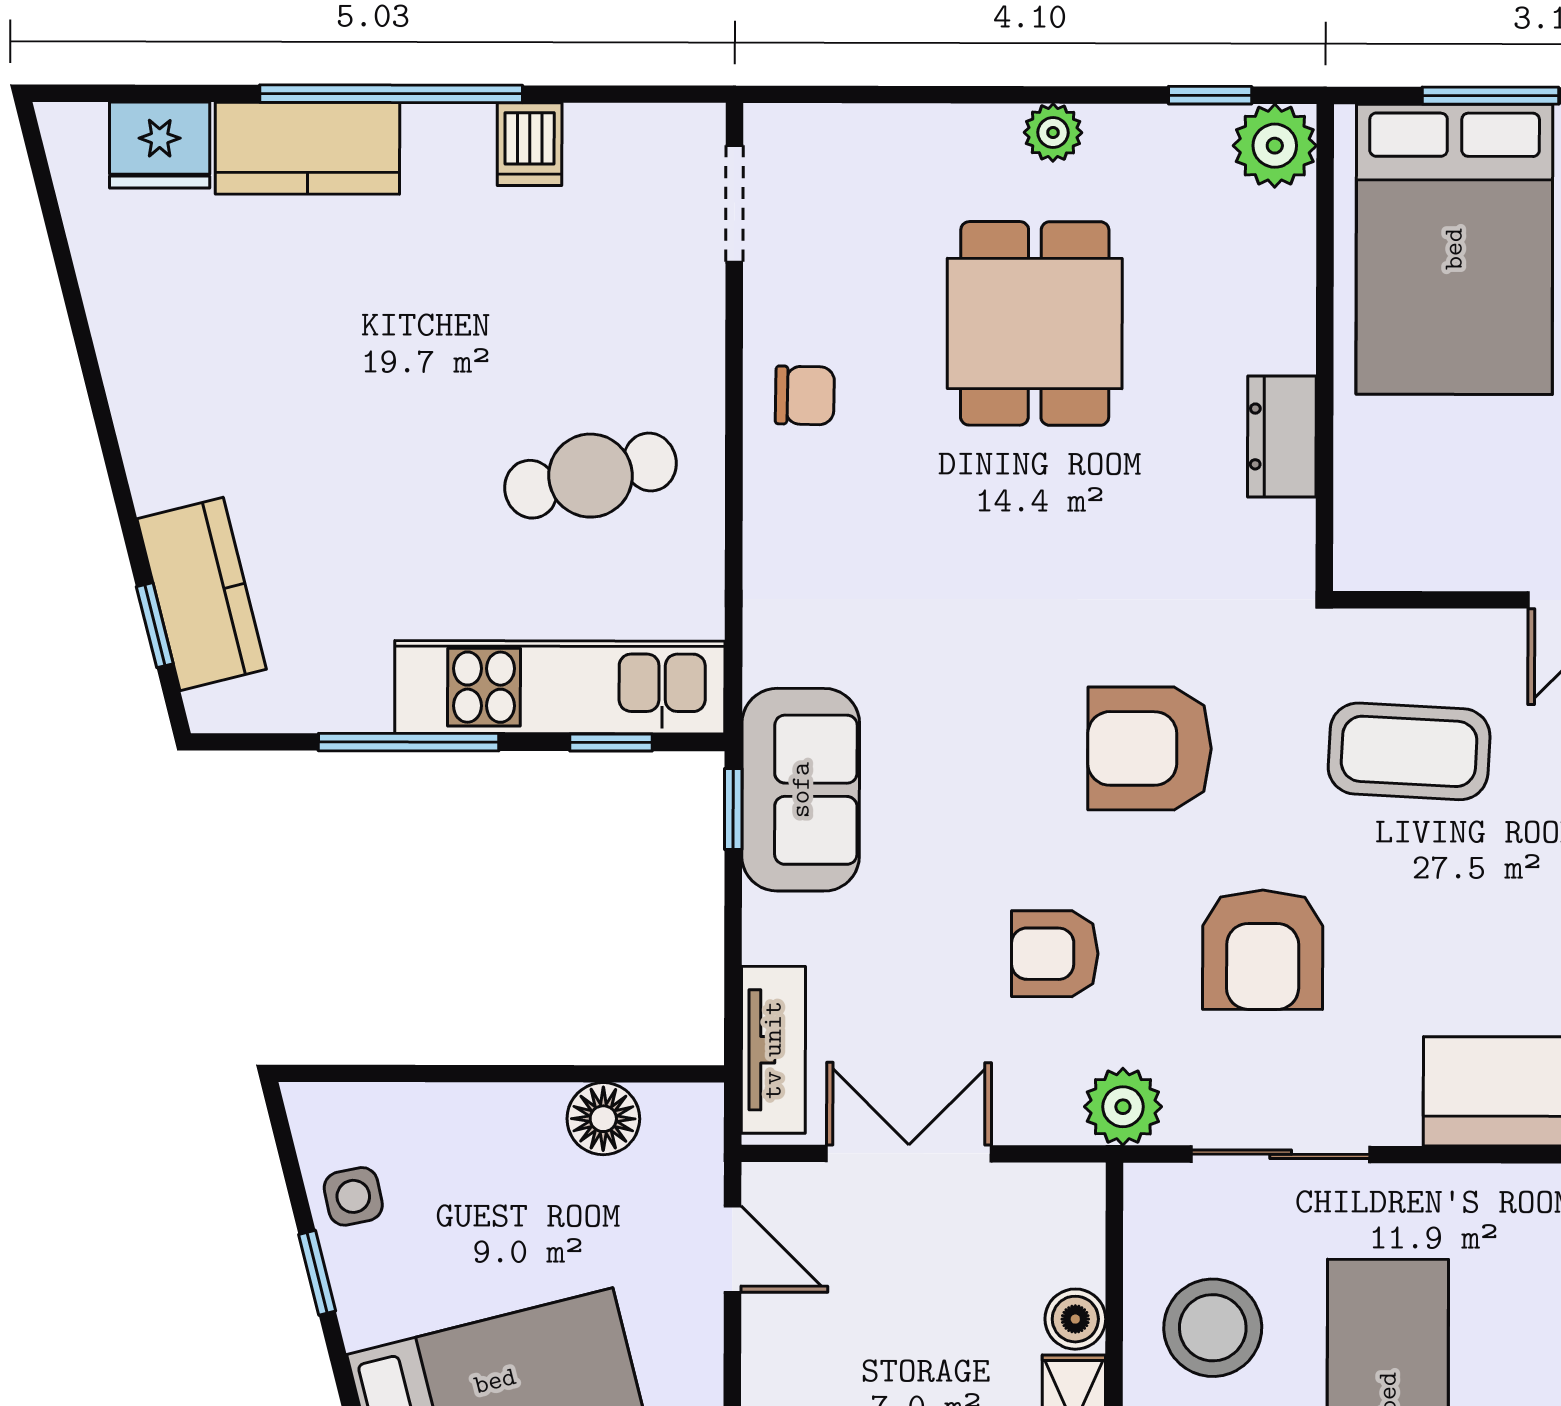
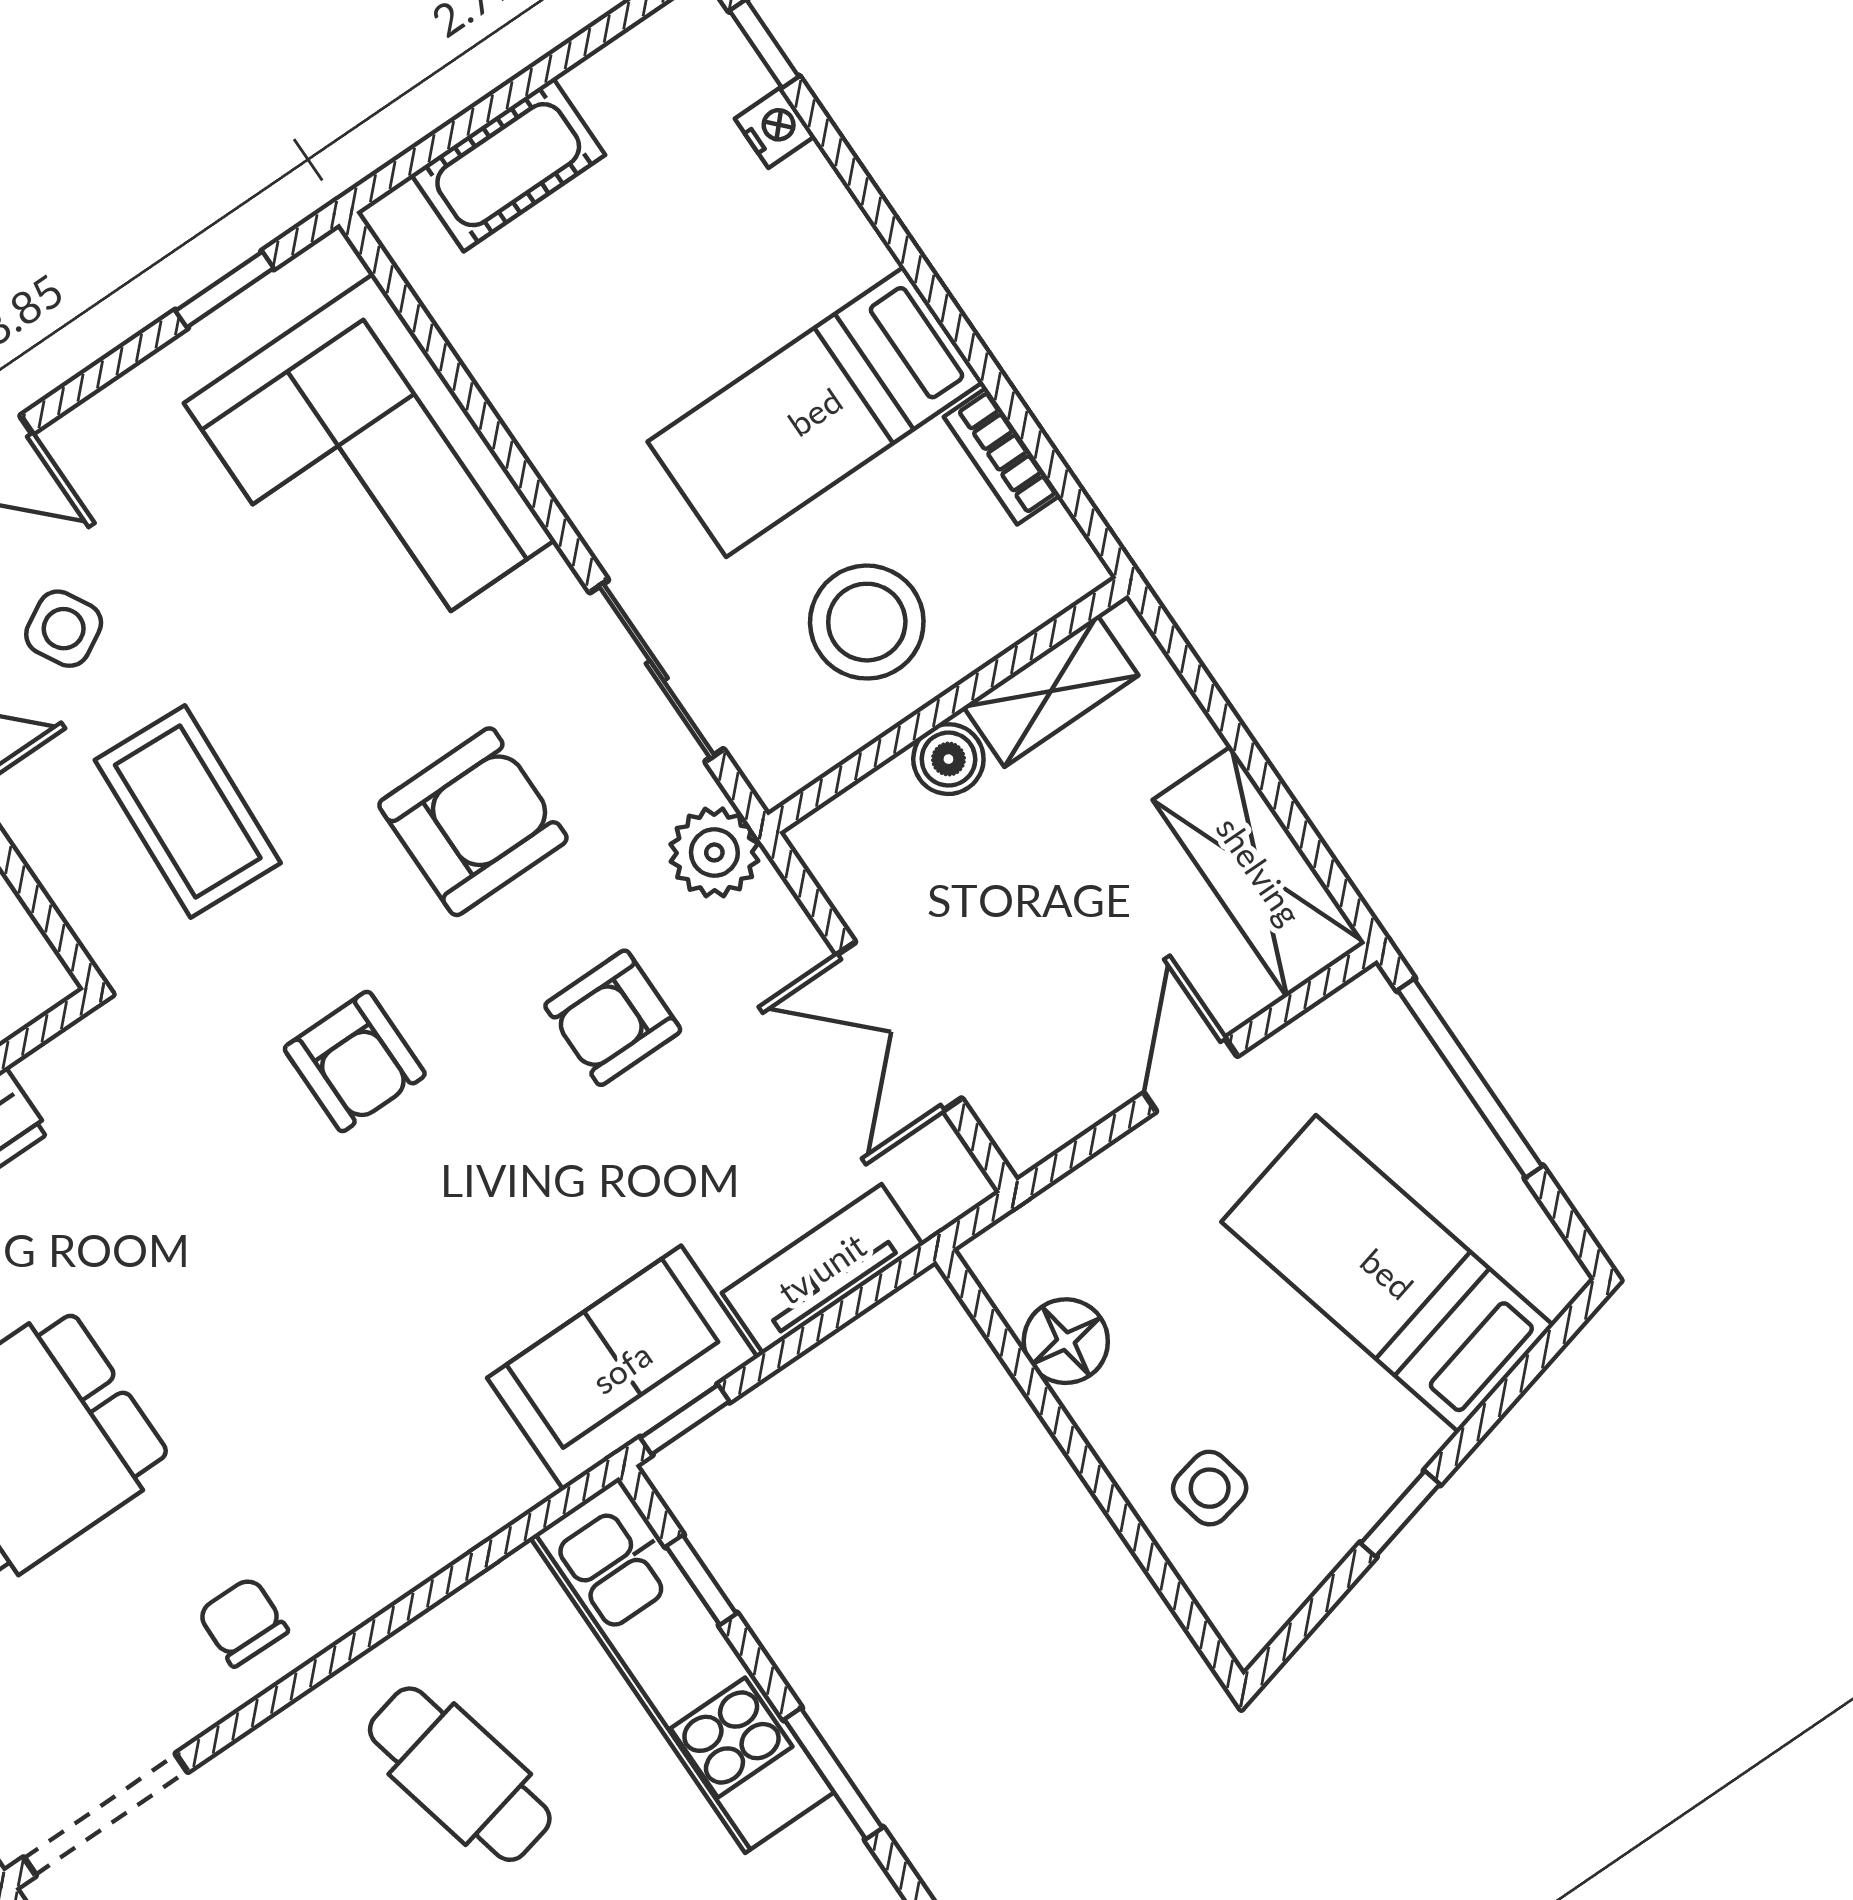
doorway: (734, 204) -> (106, 1815), width x1.38
window: (409, 742) -> (833, 1774), width x0.69
armchair: (1150, 748) -> (355, 1061), width x0.72, depth x0.72
armchair: (1055, 954) -> (613, 1018), turned 90
tv unit: (773, 1050) -> (822, 1269), moved
side table: (353, 1196) -> (1210, 1488), moved
door: (732, 1249) -> (1191, 1075), moved

